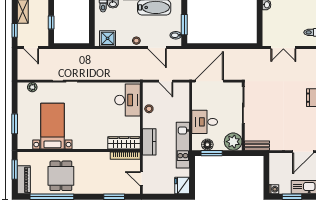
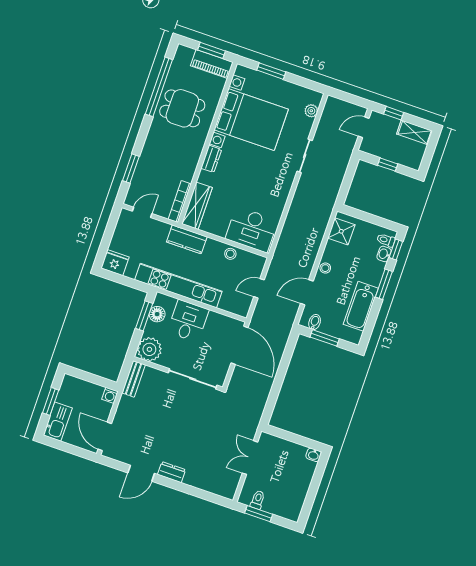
bed with nightstands: (52, 126) -> (251, 120), width x1.36
dresser: (89, 144) -> (211, 159), added
kitchen unit: (183, 145) -> (178, 286), width x1.36
piano: (24, 180) -> (212, 64), moved
washing machine: (274, 189) -> (110, 395), moved

